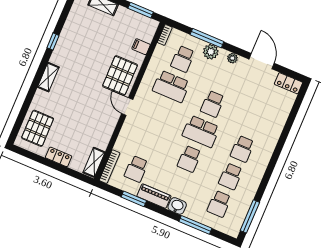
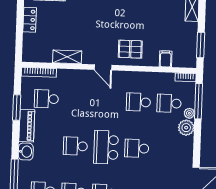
window: (207, 38) -> (199, 101), moved
plant: (232, 58) -> (189, 113), moved
pallet: (120, 75) -> (130, 49), width x0.67, depth x0.71
school desk: (171, 86) -> (138, 102), width x0.54
door: (127, 107) -> (103, 67), swing flipped
shelving: (94, 162) -> (67, 57), moved

